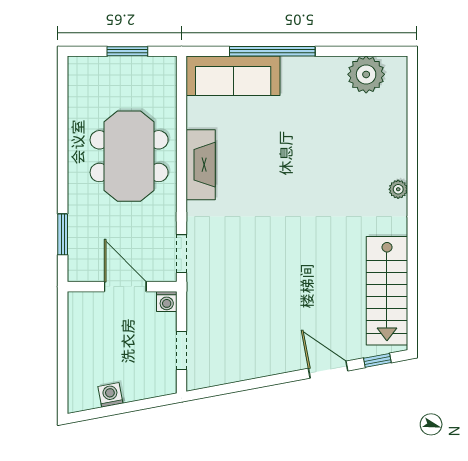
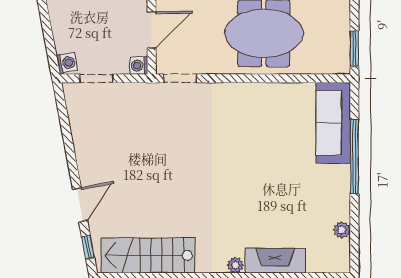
window: (127, 51) -> (354, 49), moved
plant: (366, 74) -> (342, 230), width x0.53, depth x0.53
fireplace: (201, 165) -> (275, 261), moved, turned 180
washing machine: (110, 395) -> (67, 63), moved

